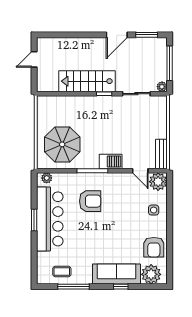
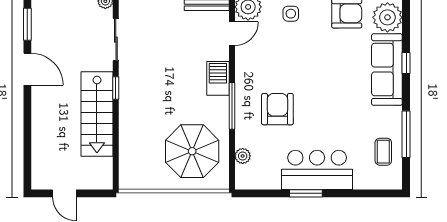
plant: (47, 178) -> (243, 156), moved
bar counter: (50, 219) -> (317, 170), width x0.73

